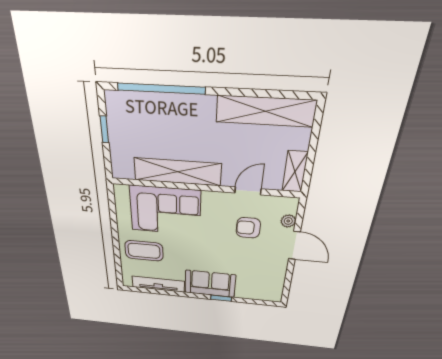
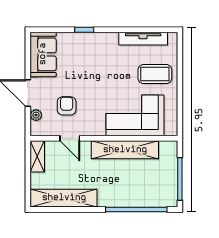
window: (104, 129) -> (180, 179), width x2.17
door: (248, 191) -> (70, 138), hinge flipped
armchair: (248, 228) -> (67, 106), turned -90
sofa: (210, 284) -> (43, 54), moved, turned -90

